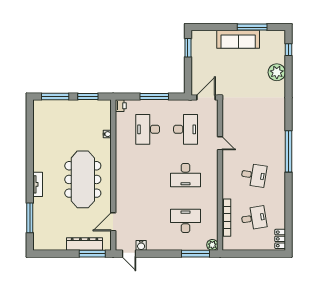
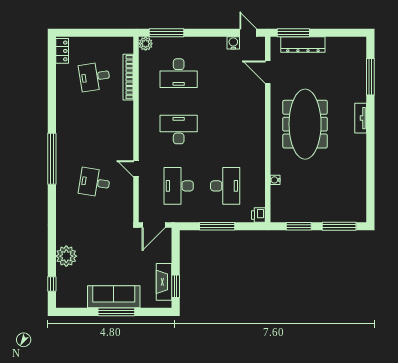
window: (252, 27) -> (116, 312), moved
fireplace: (197, 51) -> (164, 282), added
desk: (254, 175) -> (95, 182), moved
door: (113, 222) -> (268, 72), swing flipped

